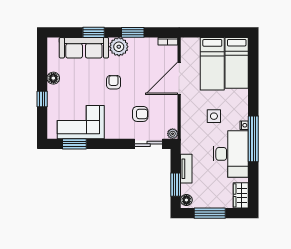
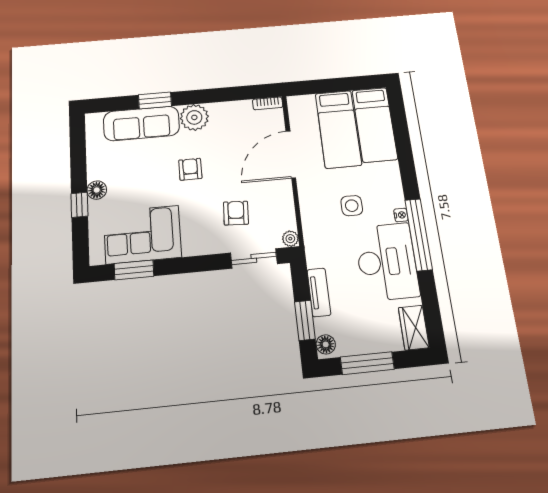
window: (133, 32) -> (214, 96), removed
floor lamp: (53, 78) -> (97, 190), moved
armchair: (140, 114) -> (236, 213), turned -87

